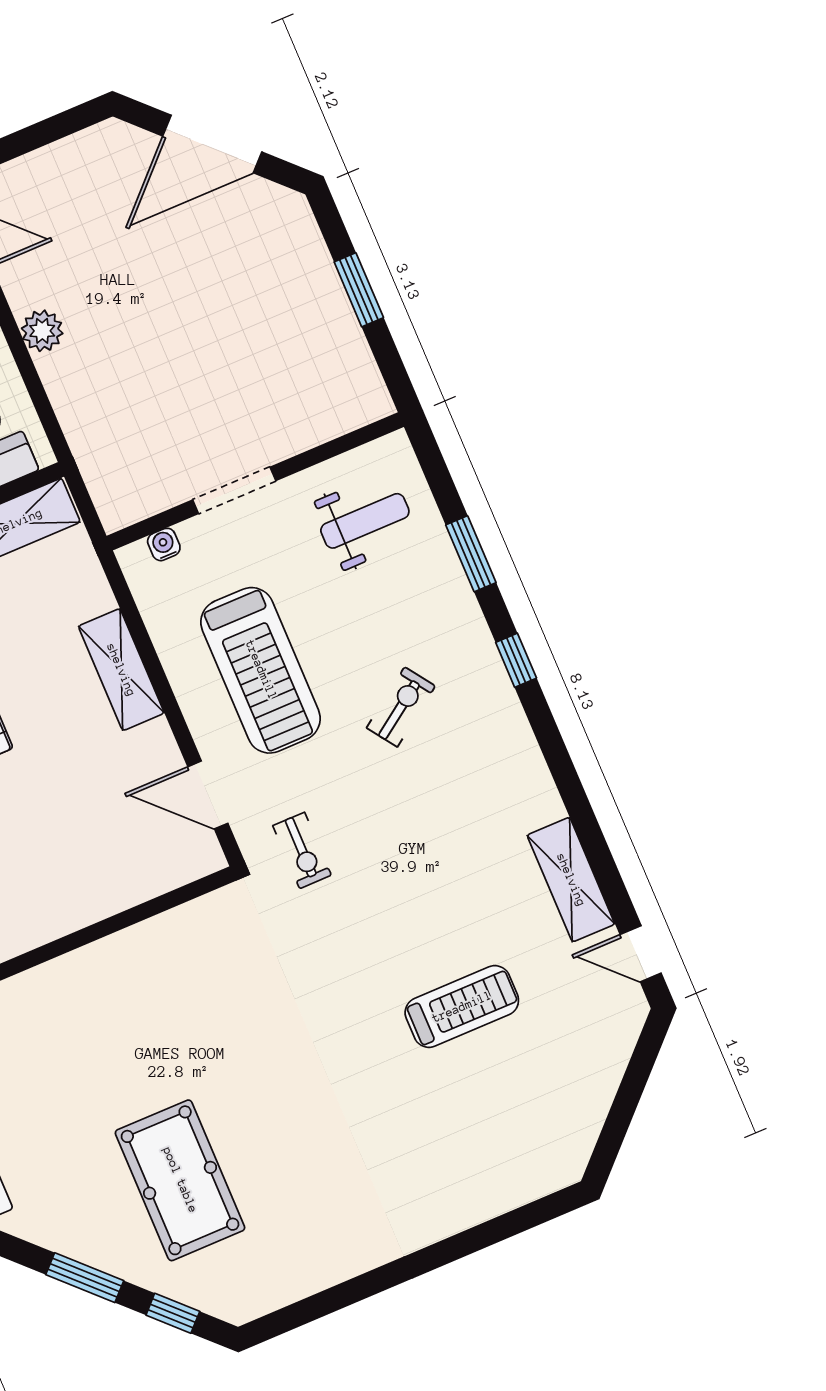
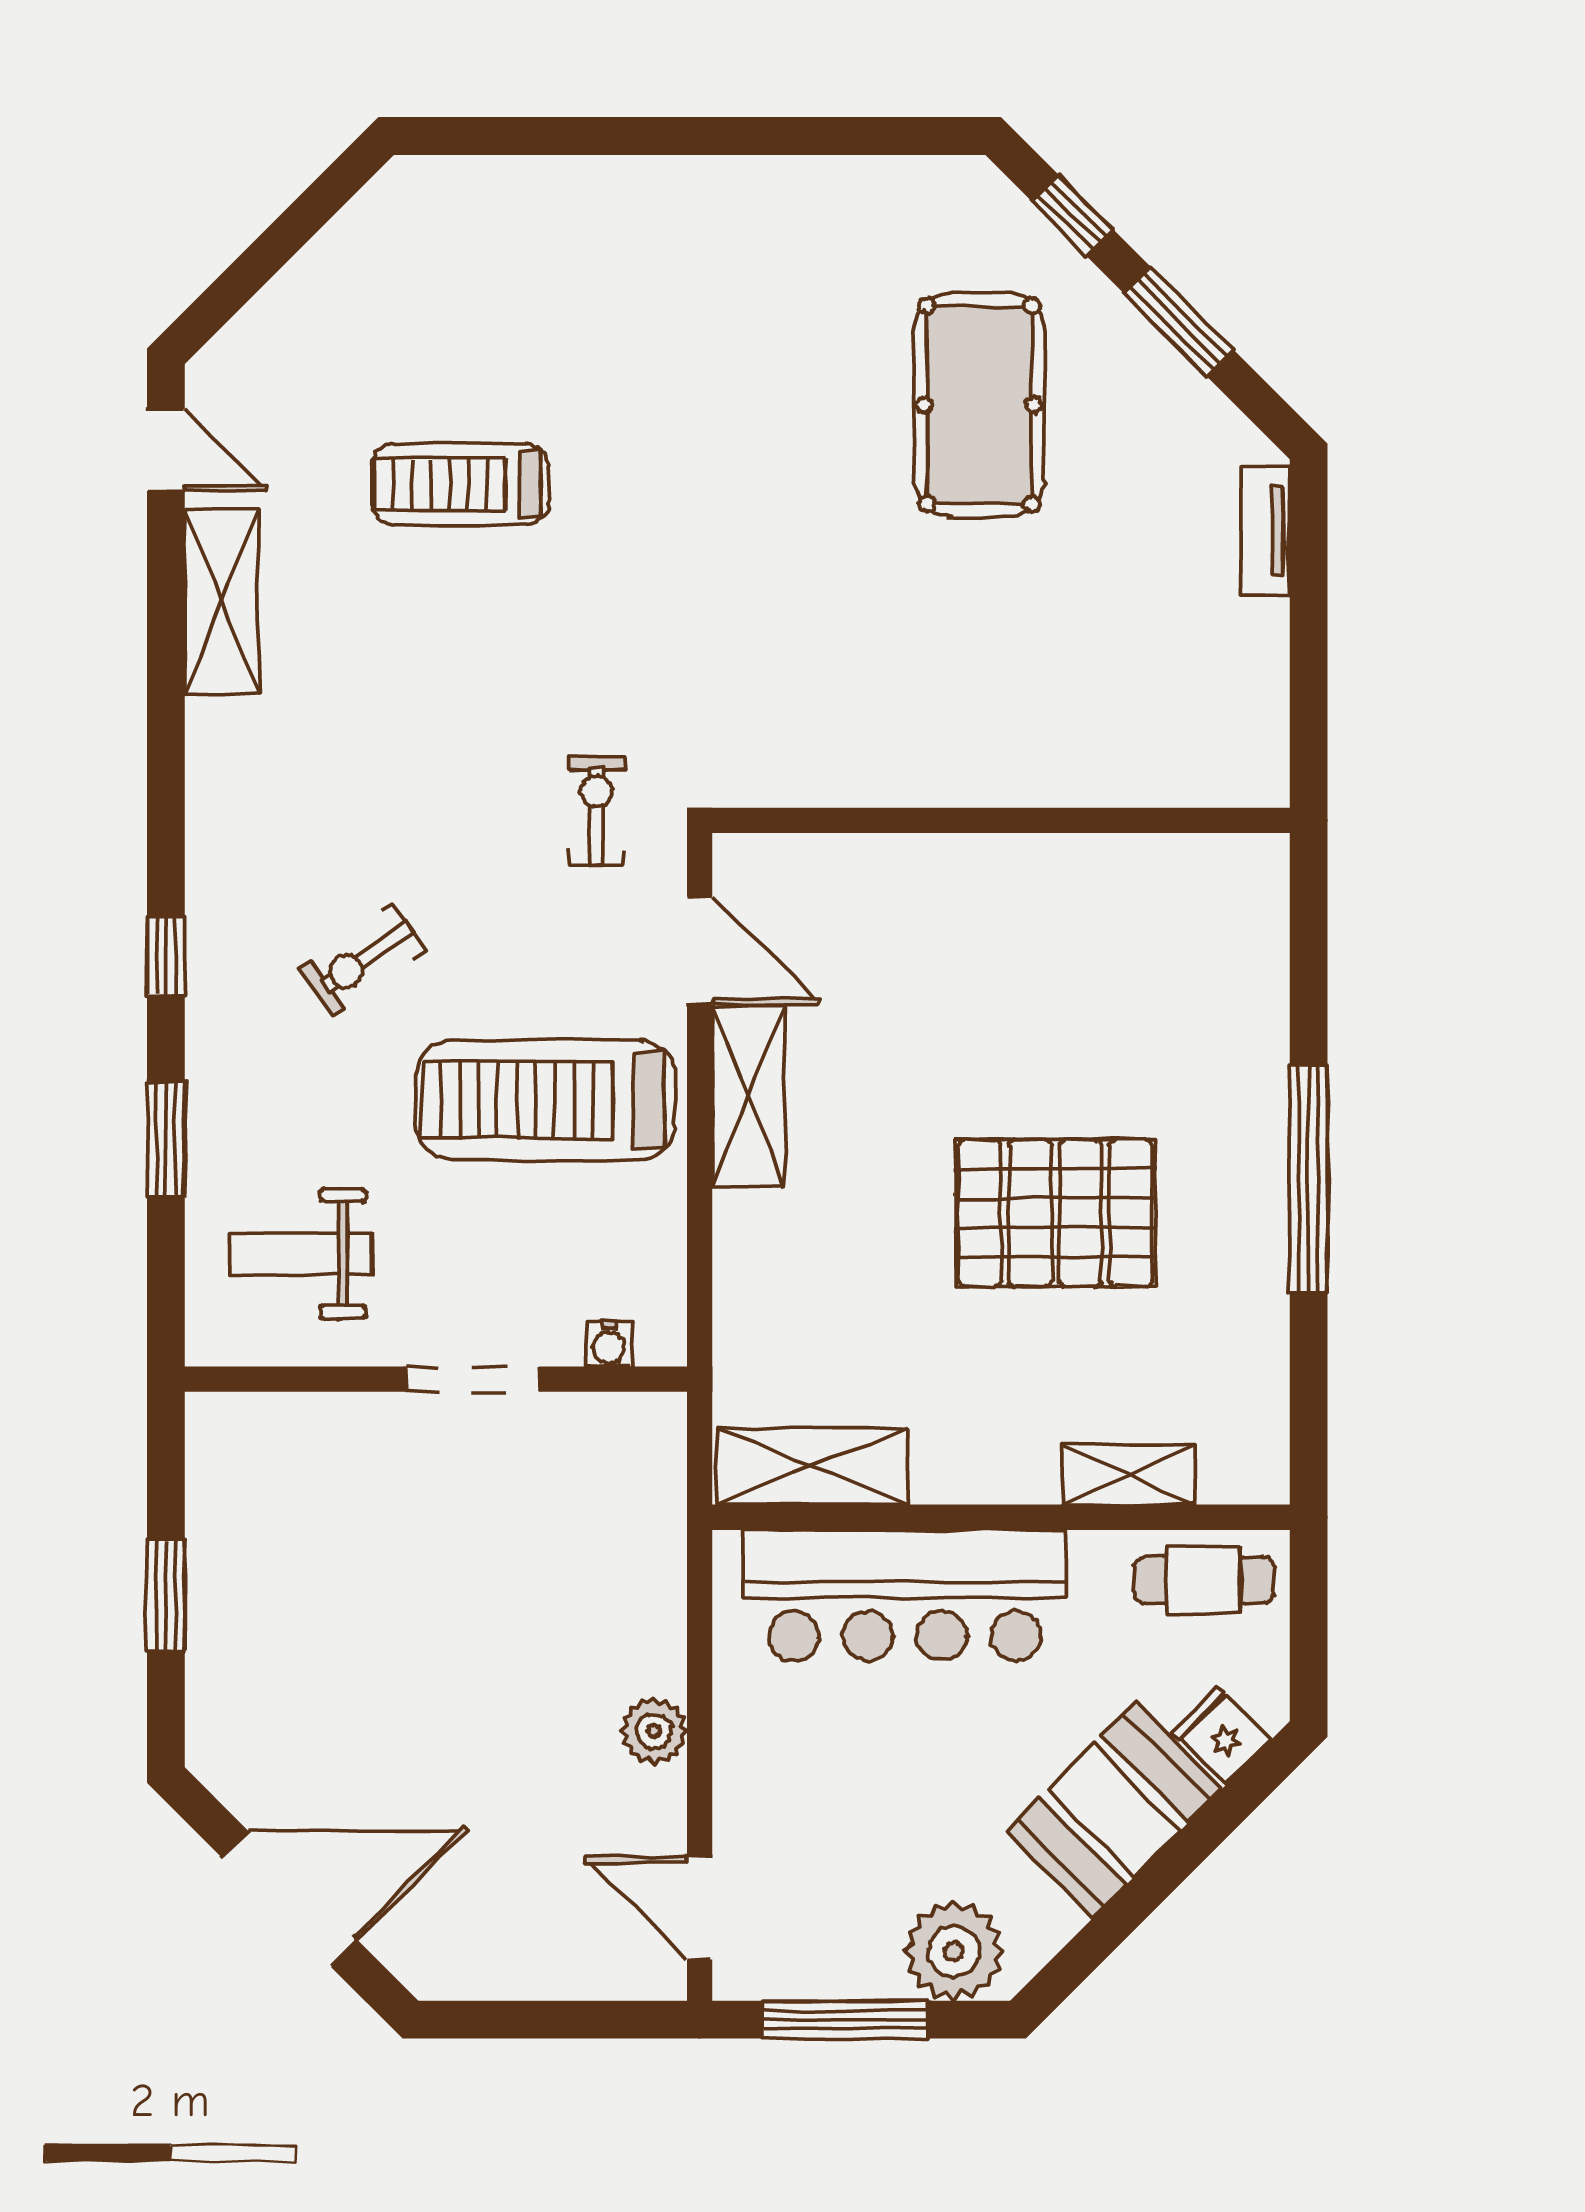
shelving: (121, 670) -> (748, 1096), moved
treadmill: (261, 670) -> (545, 1100), turned -90

